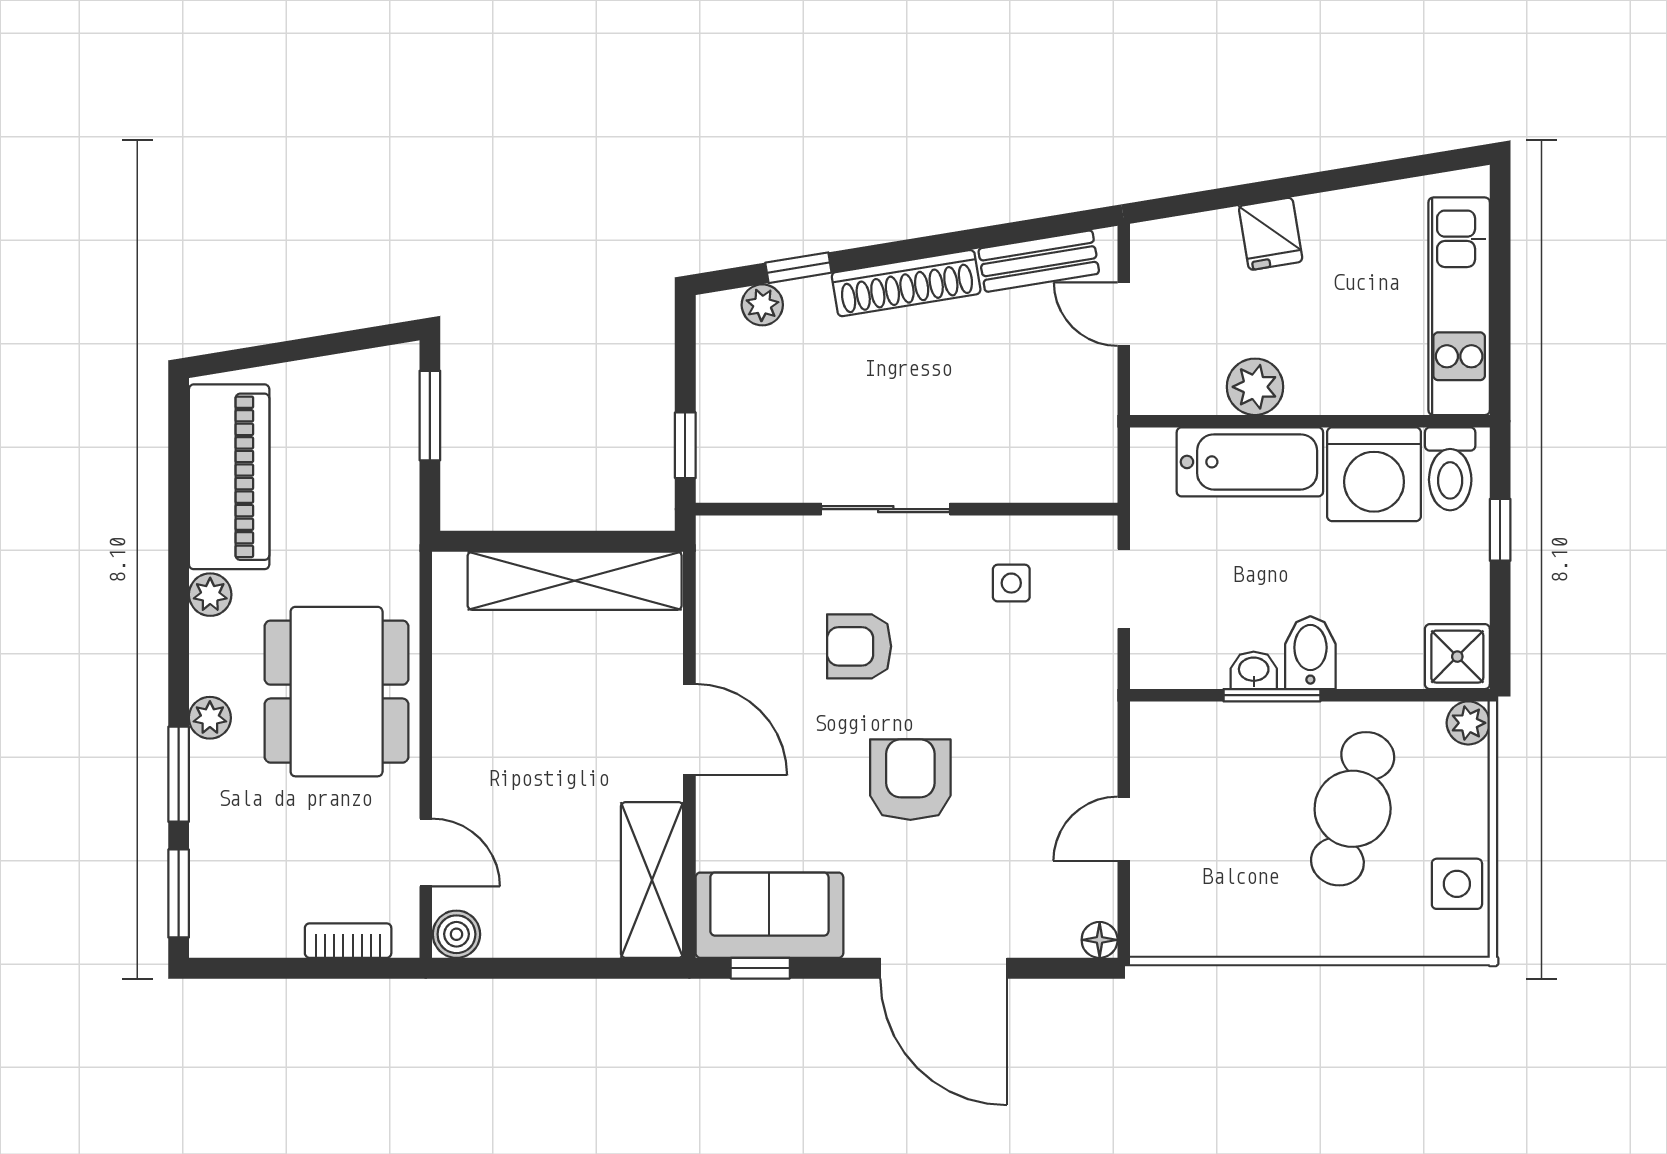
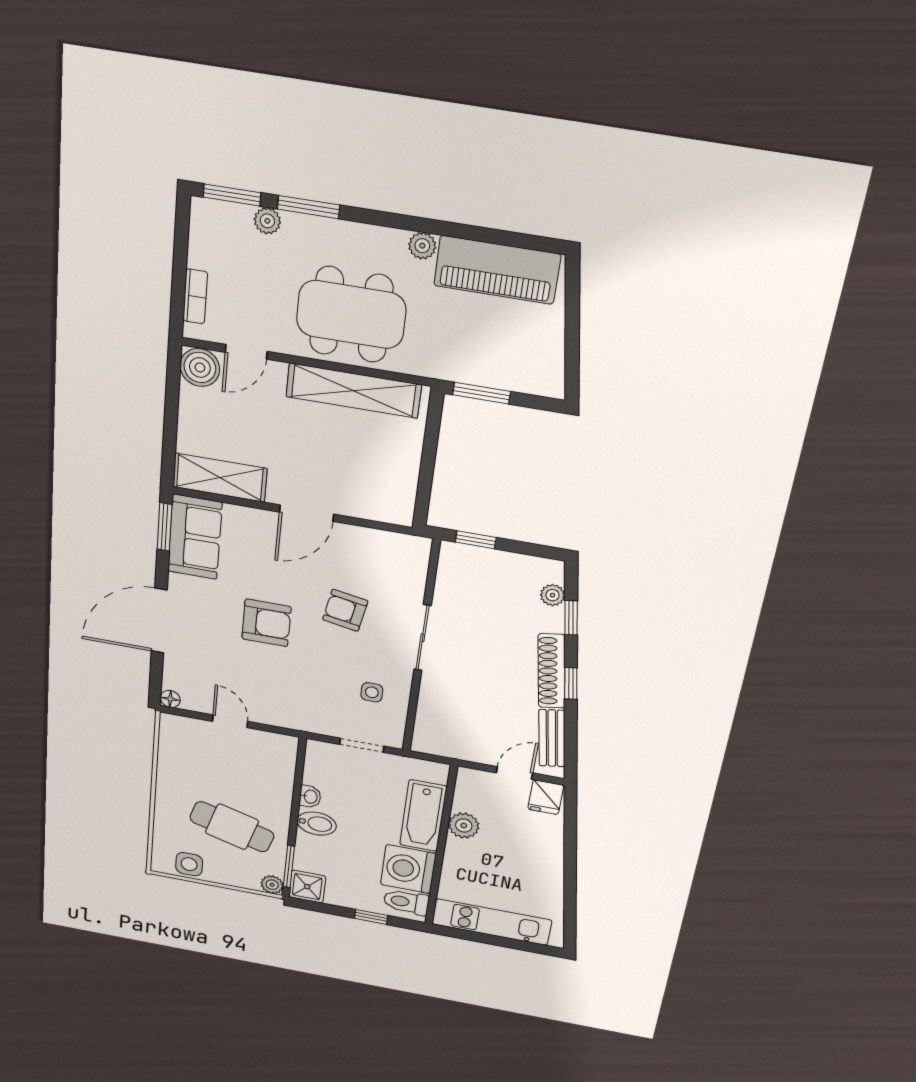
fridge: (1271, 234) -> (546, 797), moved, turned -81
window: (923, 247) -> (571, 683), added
window: (430, 416) -> (482, 393), moved
shelving: (575, 581) -> (353, 391), moved, turned 90
armchair: (859, 646) -> (345, 610), turned -80
window: (1272, 695) -> (289, 867), moved
plant: (210, 718) -> (267, 221), moved
boiler: (456, 934) -> (200, 367), width x1.36, depth x1.36
window: (760, 968) -> (165, 527), width x1.50

